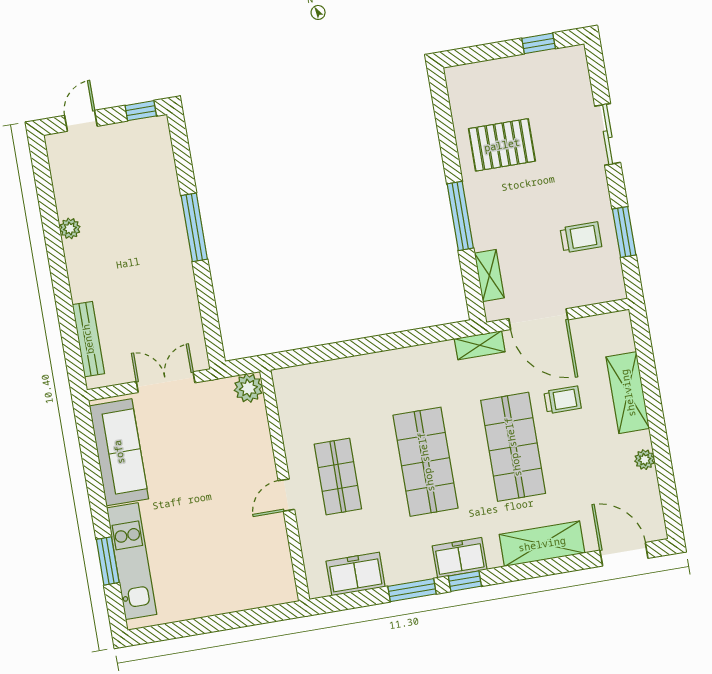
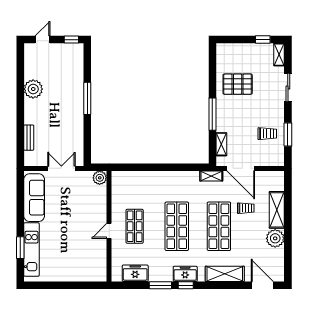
shelving: (578, 69) -> (279, 55), added
plant: (70, 228) -> (33, 89), width x1.87, depth x1.87
bench: (88, 339) -> (29, 138), width x0.73
plant: (645, 460) -> (275, 238), width x1.88, depth x1.88

